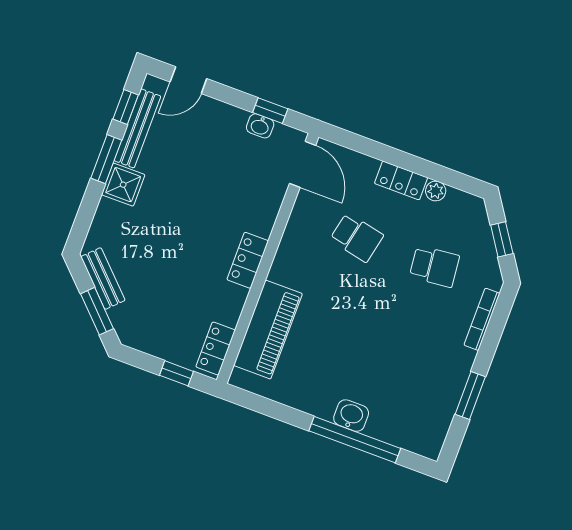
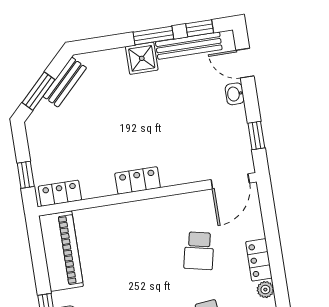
washbasin: (260, 126) -> (235, 94), moved
piano: (268, 330) -> (61, 251), moved, turned -90

